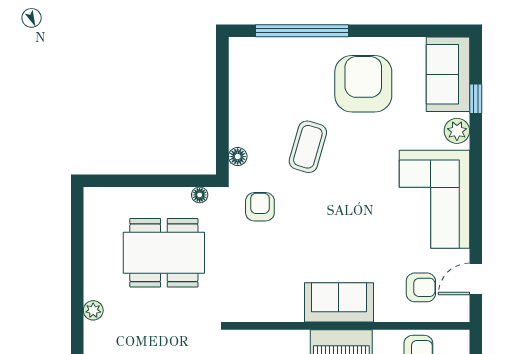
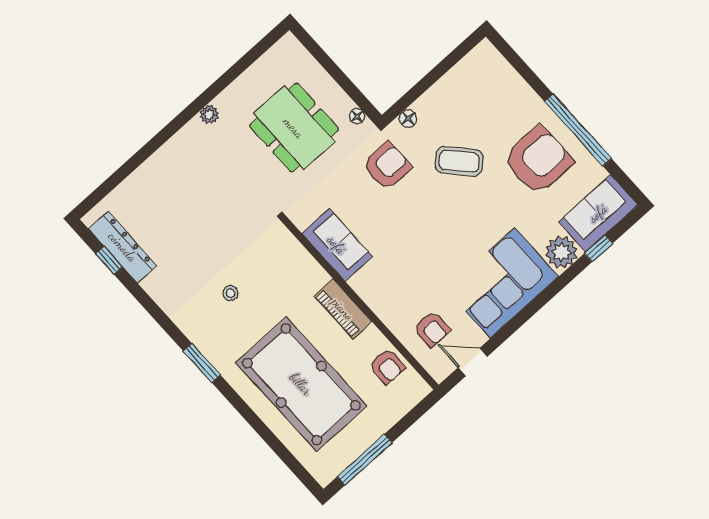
window: (302, 31) -> (578, 130), moved
plant: (457, 131) -> (561, 252), width x1.36, depth x1.36
coffee table: (308, 147) -> (459, 161), turned 32
armchair: (260, 207) -> (387, 166), width x1.38, depth x1.38
sofa: (339, 302) -> (337, 245), moved

